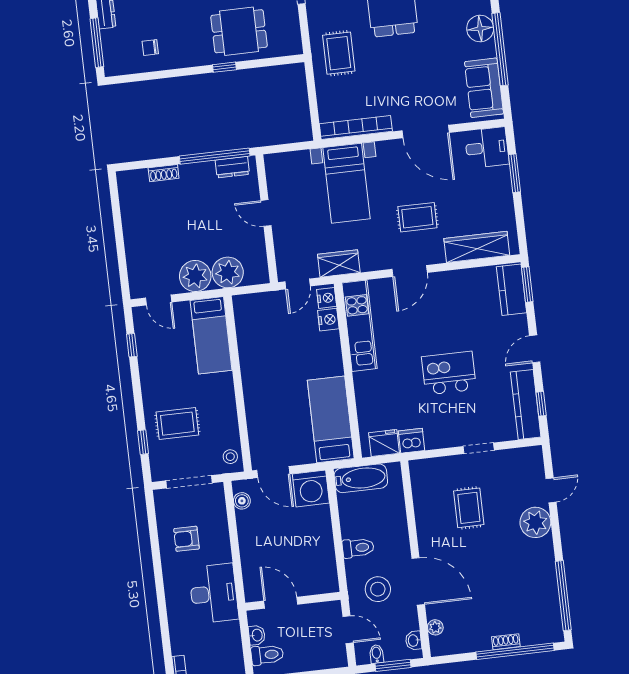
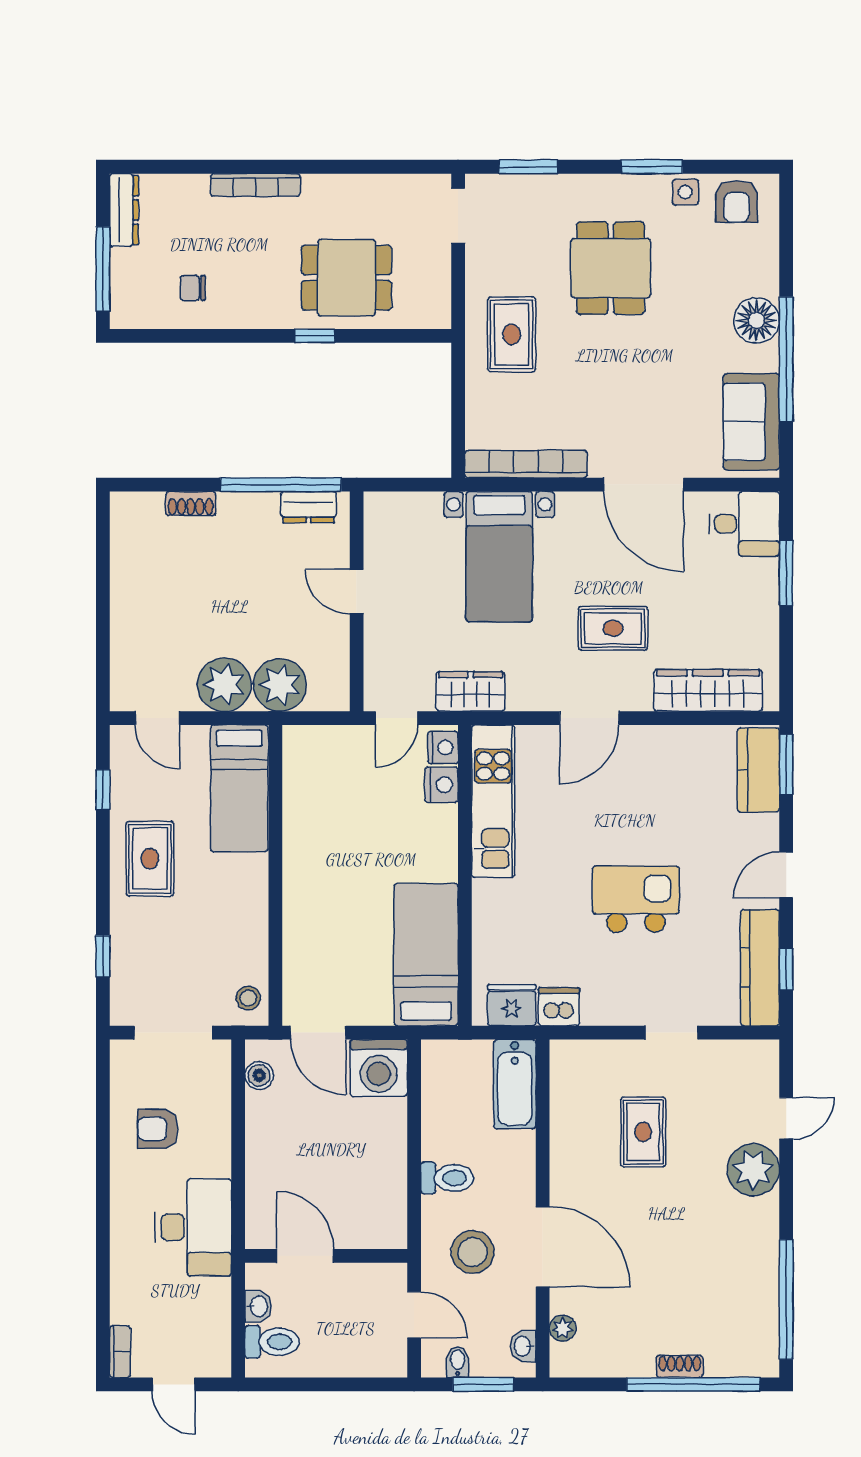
rug: (177, 424) -> (150, 859), moved, turned 90
bathtub: (361, 478) -> (515, 1084), moved, turned 90

